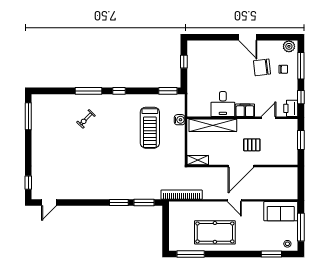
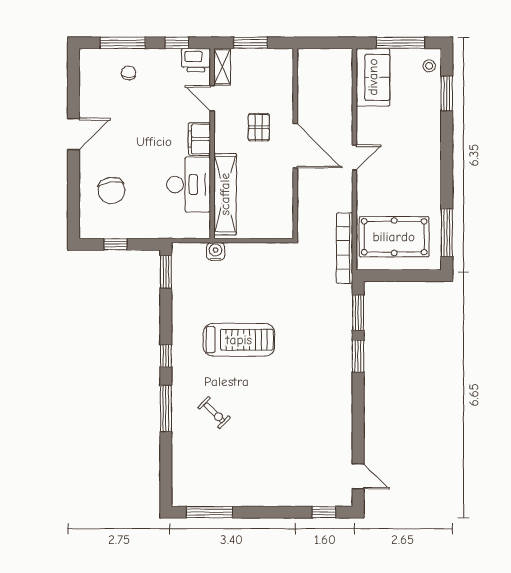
plant: (289, 46) -> (89, 63), removed
chair: (262, 67) -> (111, 190), moved
desk: (223, 104) -> (189, 184), width x1.37
treadmill: (150, 128) -> (239, 340), moved
shelving: (198, 160) -> (222, 67), moved
pool table: (215, 232) -> (394, 237), moved, turned 90

